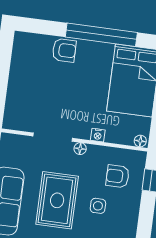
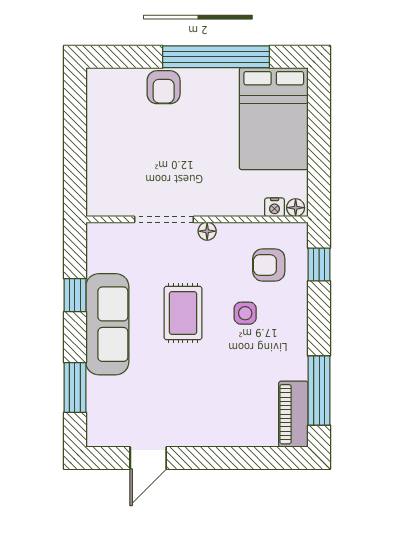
armchair: (64, 50) -> (164, 87), turned 90
nightstand: (98, 135) -> (275, 207), moved
rug: (57, 200) -> (183, 313), width x0.73, depth x0.70

